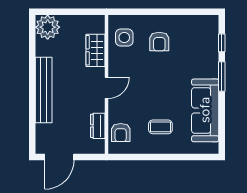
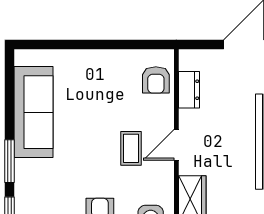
coffee table: (160, 127) -> (131, 148), moved, turned 90
armchair: (121, 133) -> (156, 80), turned 180

